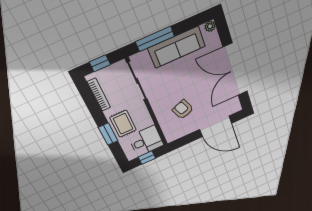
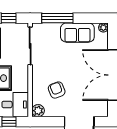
sofa: (177, 47) -> (77, 33), width x0.73
plant: (172, 136) -> (38, 111), added

